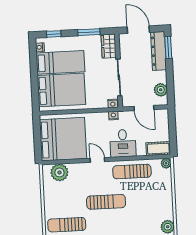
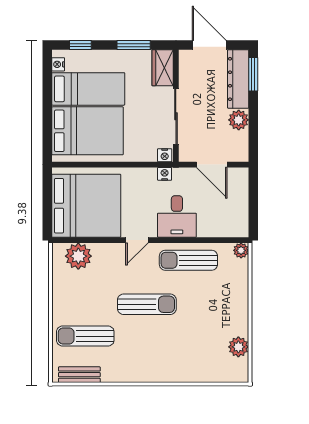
plant: (161, 90) -> (239, 120), moved
cot: (158, 149) -> (230, 227), removed
door: (97, 160) -> (137, 240), swing flipped

